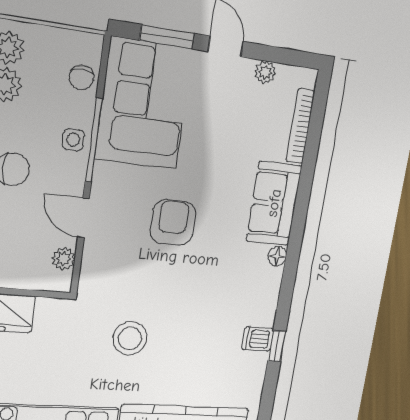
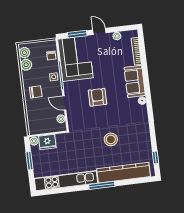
stool: (130, 338) -> (111, 139), moved
dishwasher: (258, 339) -> (144, 134), removed
window: (277, 346) -> (156, 158), moved

